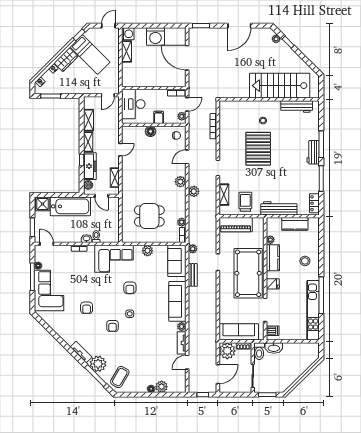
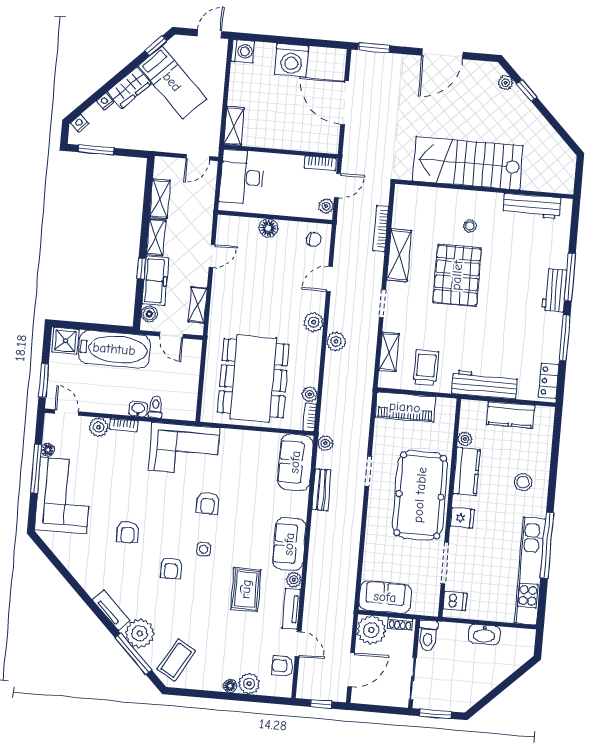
shelving: (126, 51) -> (234, 126), moved
stairs: (280, 86) -> (468, 163), moved
filing cabinet: (159, 117) -> (285, 205), removed
shelving: (225, 140) -> (399, 255), added
dining table: (149, 216) -> (253, 378), width x1.87, depth x1.24
plant: (147, 251) -> (99, 427), moved
sofa: (177, 301) -> (289, 544), width x0.73
sofa: (239, 332) -> (385, 597), width x0.73
rug: (155, 334) -> (246, 589), added
washbasin: (274, 348) -> (484, 635), moved
door: (187, 362) -> (298, 644), swing flipped
armchair: (179, 375) -> (282, 666), added

